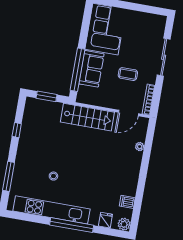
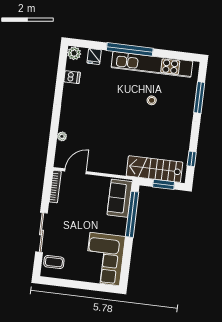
sofa: (91, 69) -> (120, 198), moved
coffee table: (128, 74) -> (54, 262), moved
stairs: (87, 117) -> (154, 169), moved
window: (17, 130) -> (192, 159), moved

